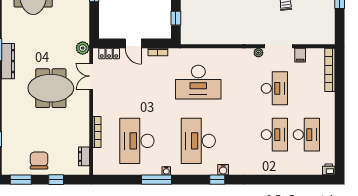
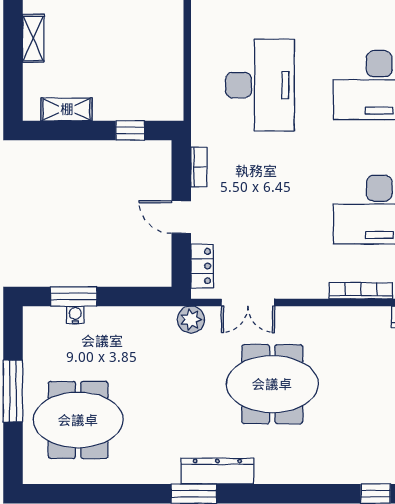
door: (133, 43) -> (181, 217), swing flipped
meeting table: (51, 88) -> (272, 384), turned 90

